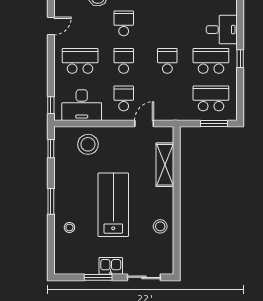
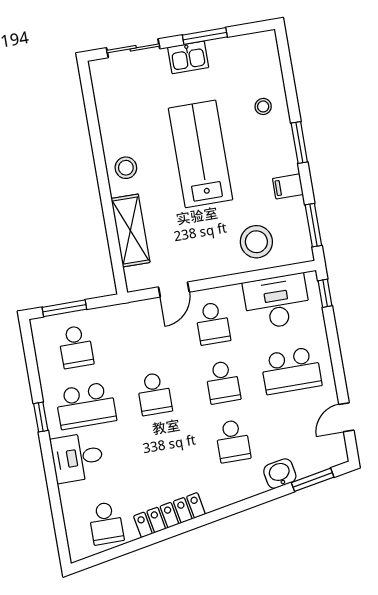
school desk: (211, 98) -> (76, 347), width x0.54
window: (51, 149) -> (313, 225), width x1.50
filing cabinet: (63, 175) -> (288, 186), added
lab bench: (113, 205) -> (201, 154), turned 180
stool: (160, 226) -> (126, 168), moved

